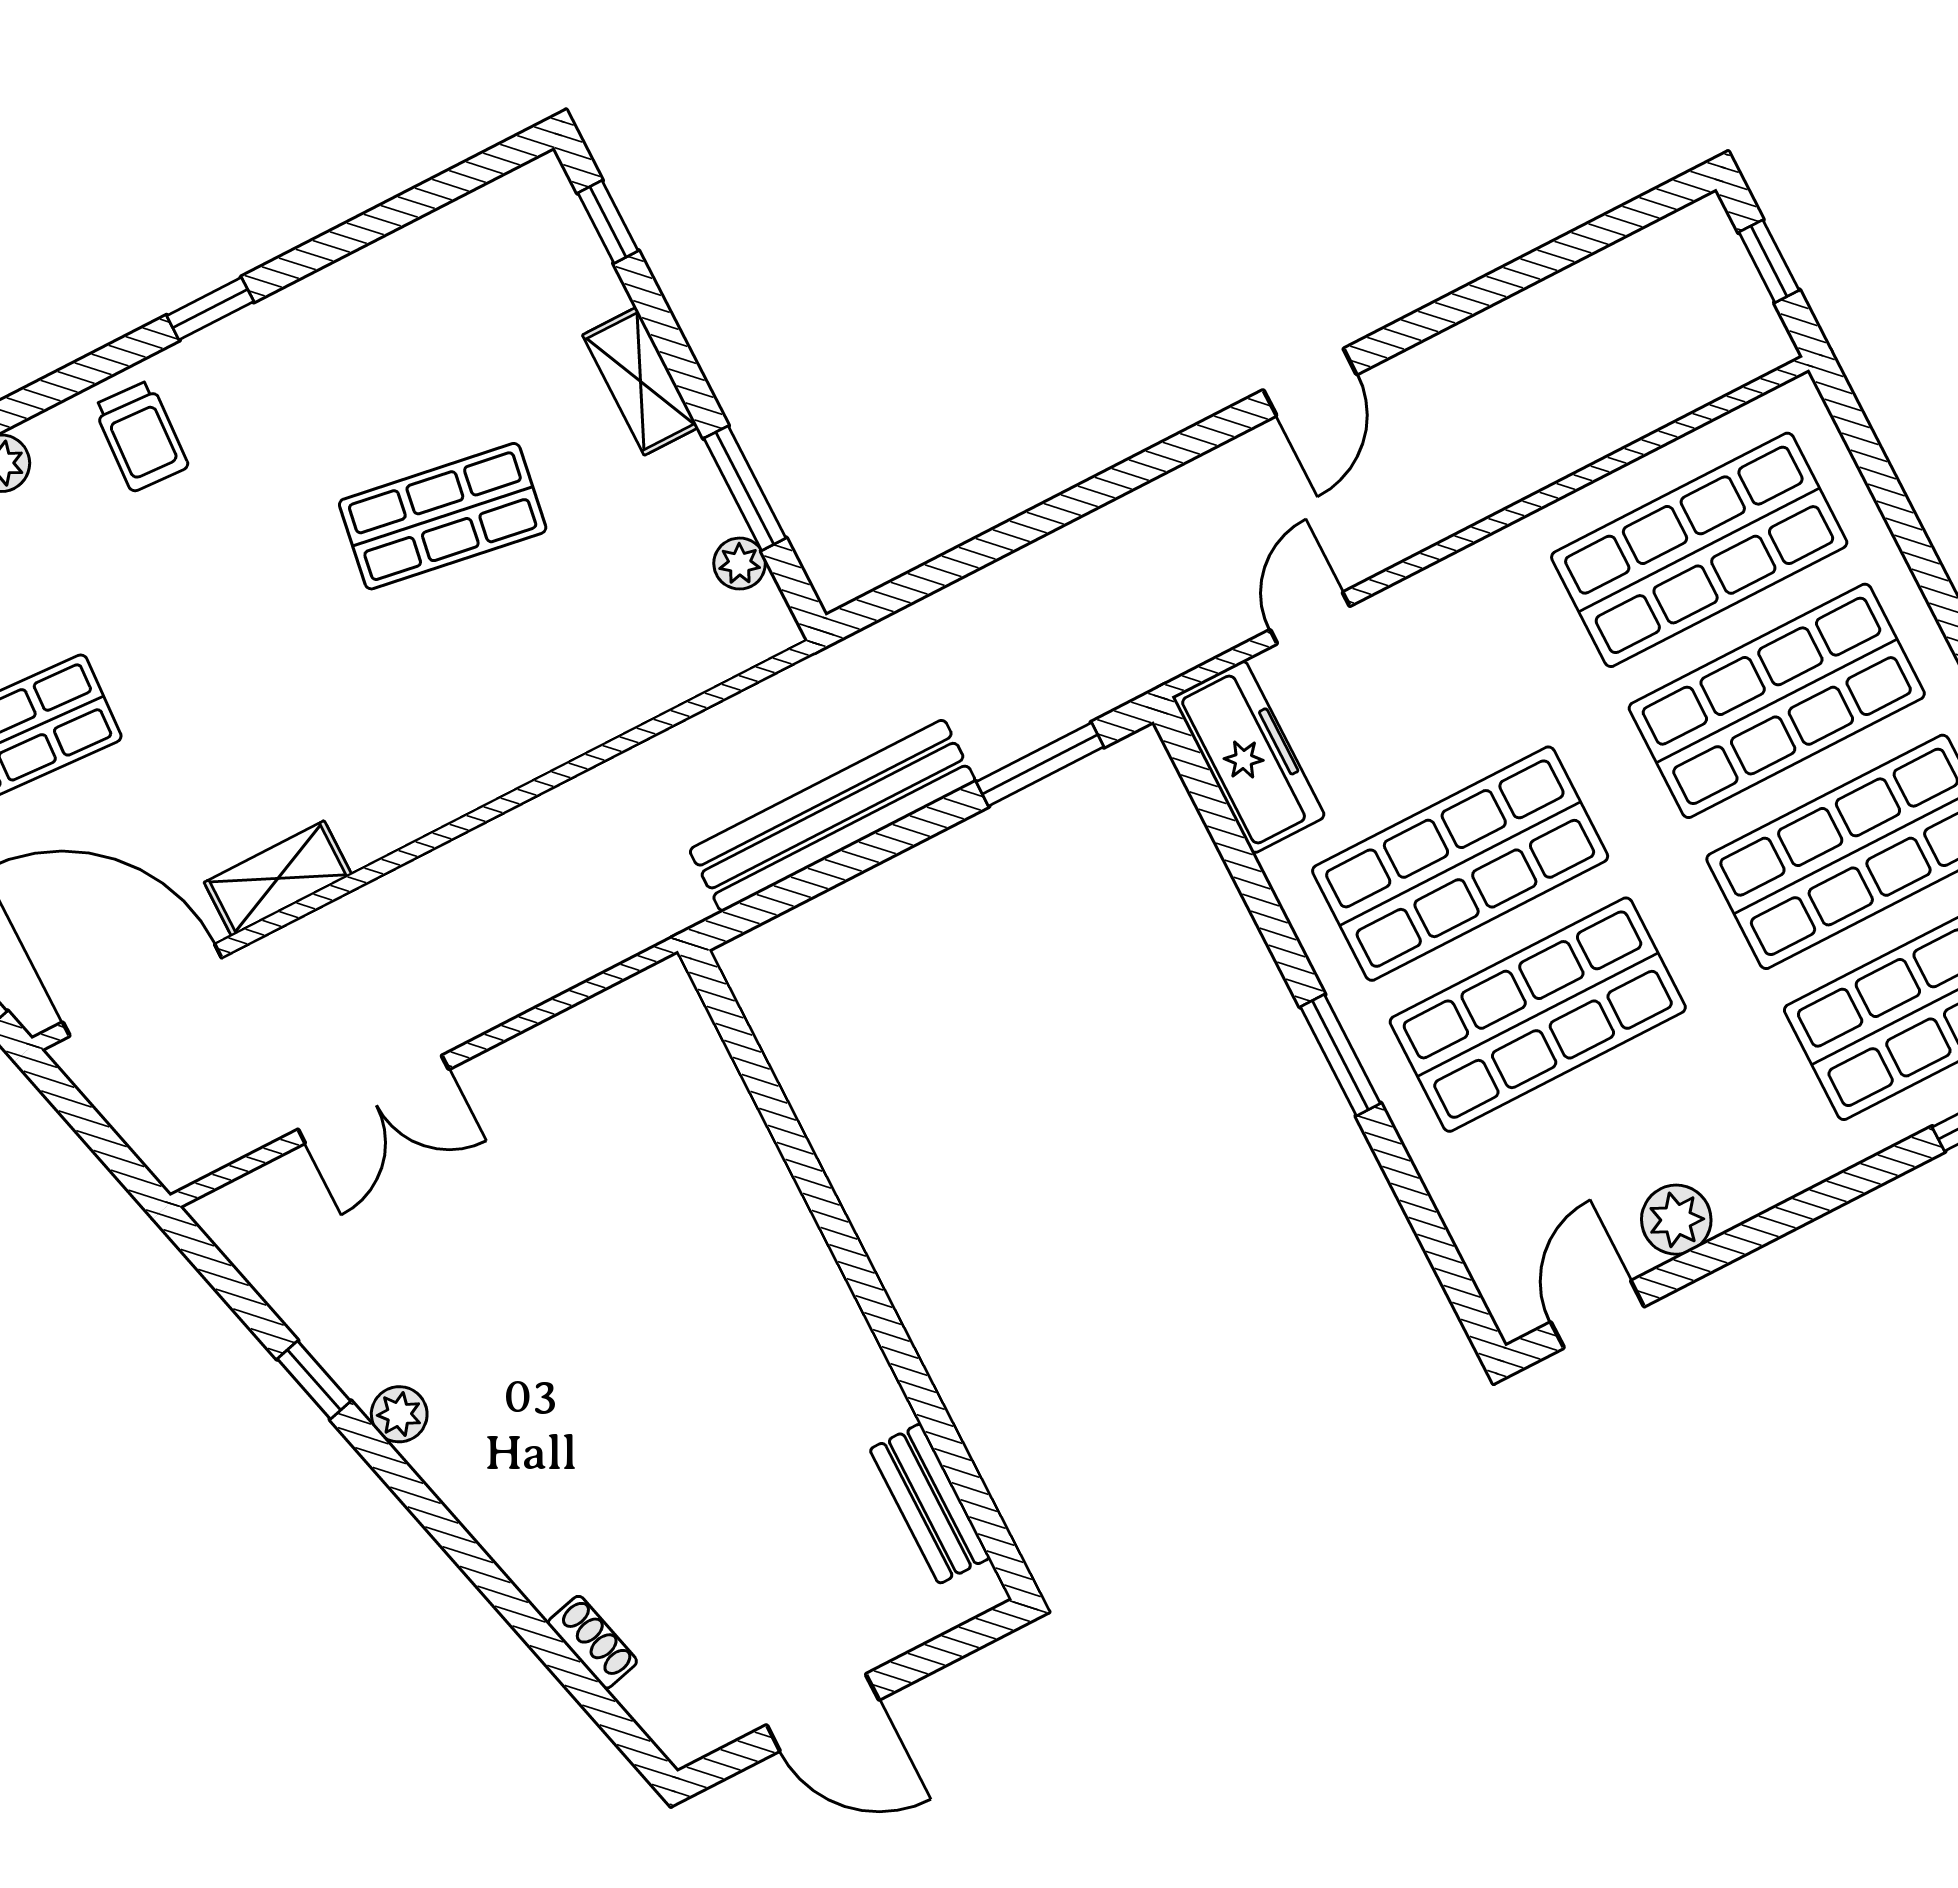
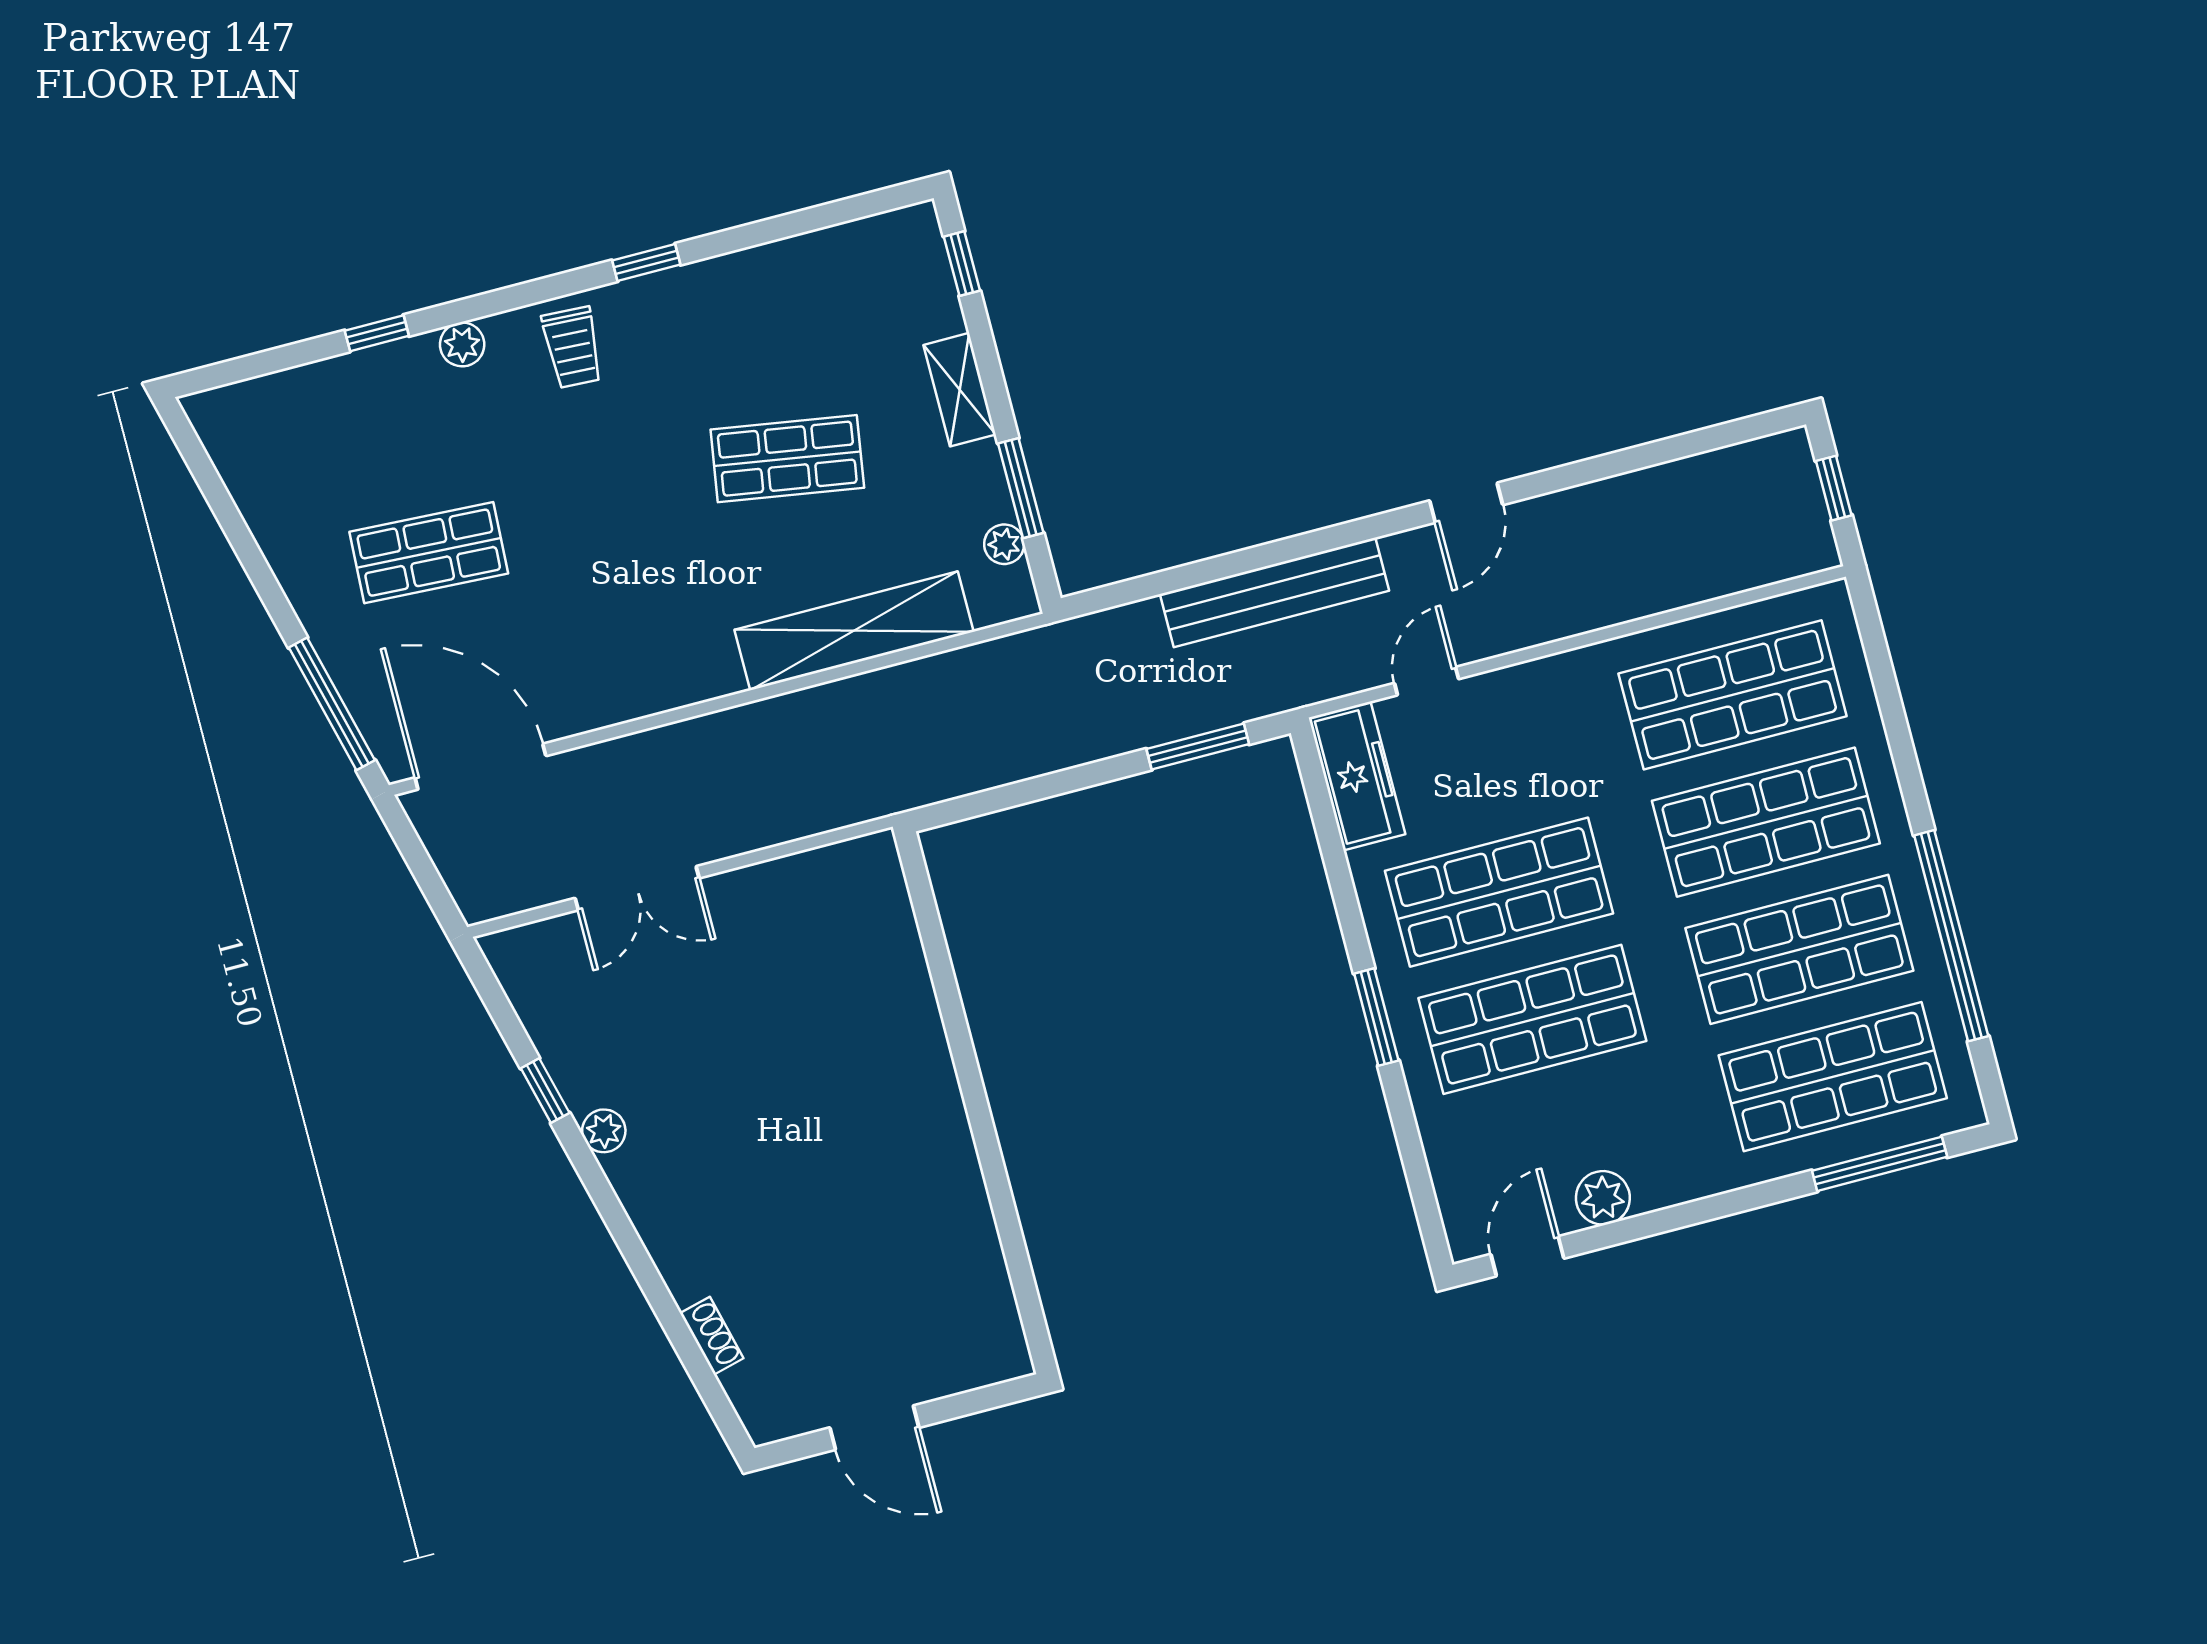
bench: (833, 816) -> (1275, 592), moved
shelving: (278, 878) -> (854, 631), moved, width x2.20, depth x1.33
bench: (930, 1504) -> (990, 1287), removed

